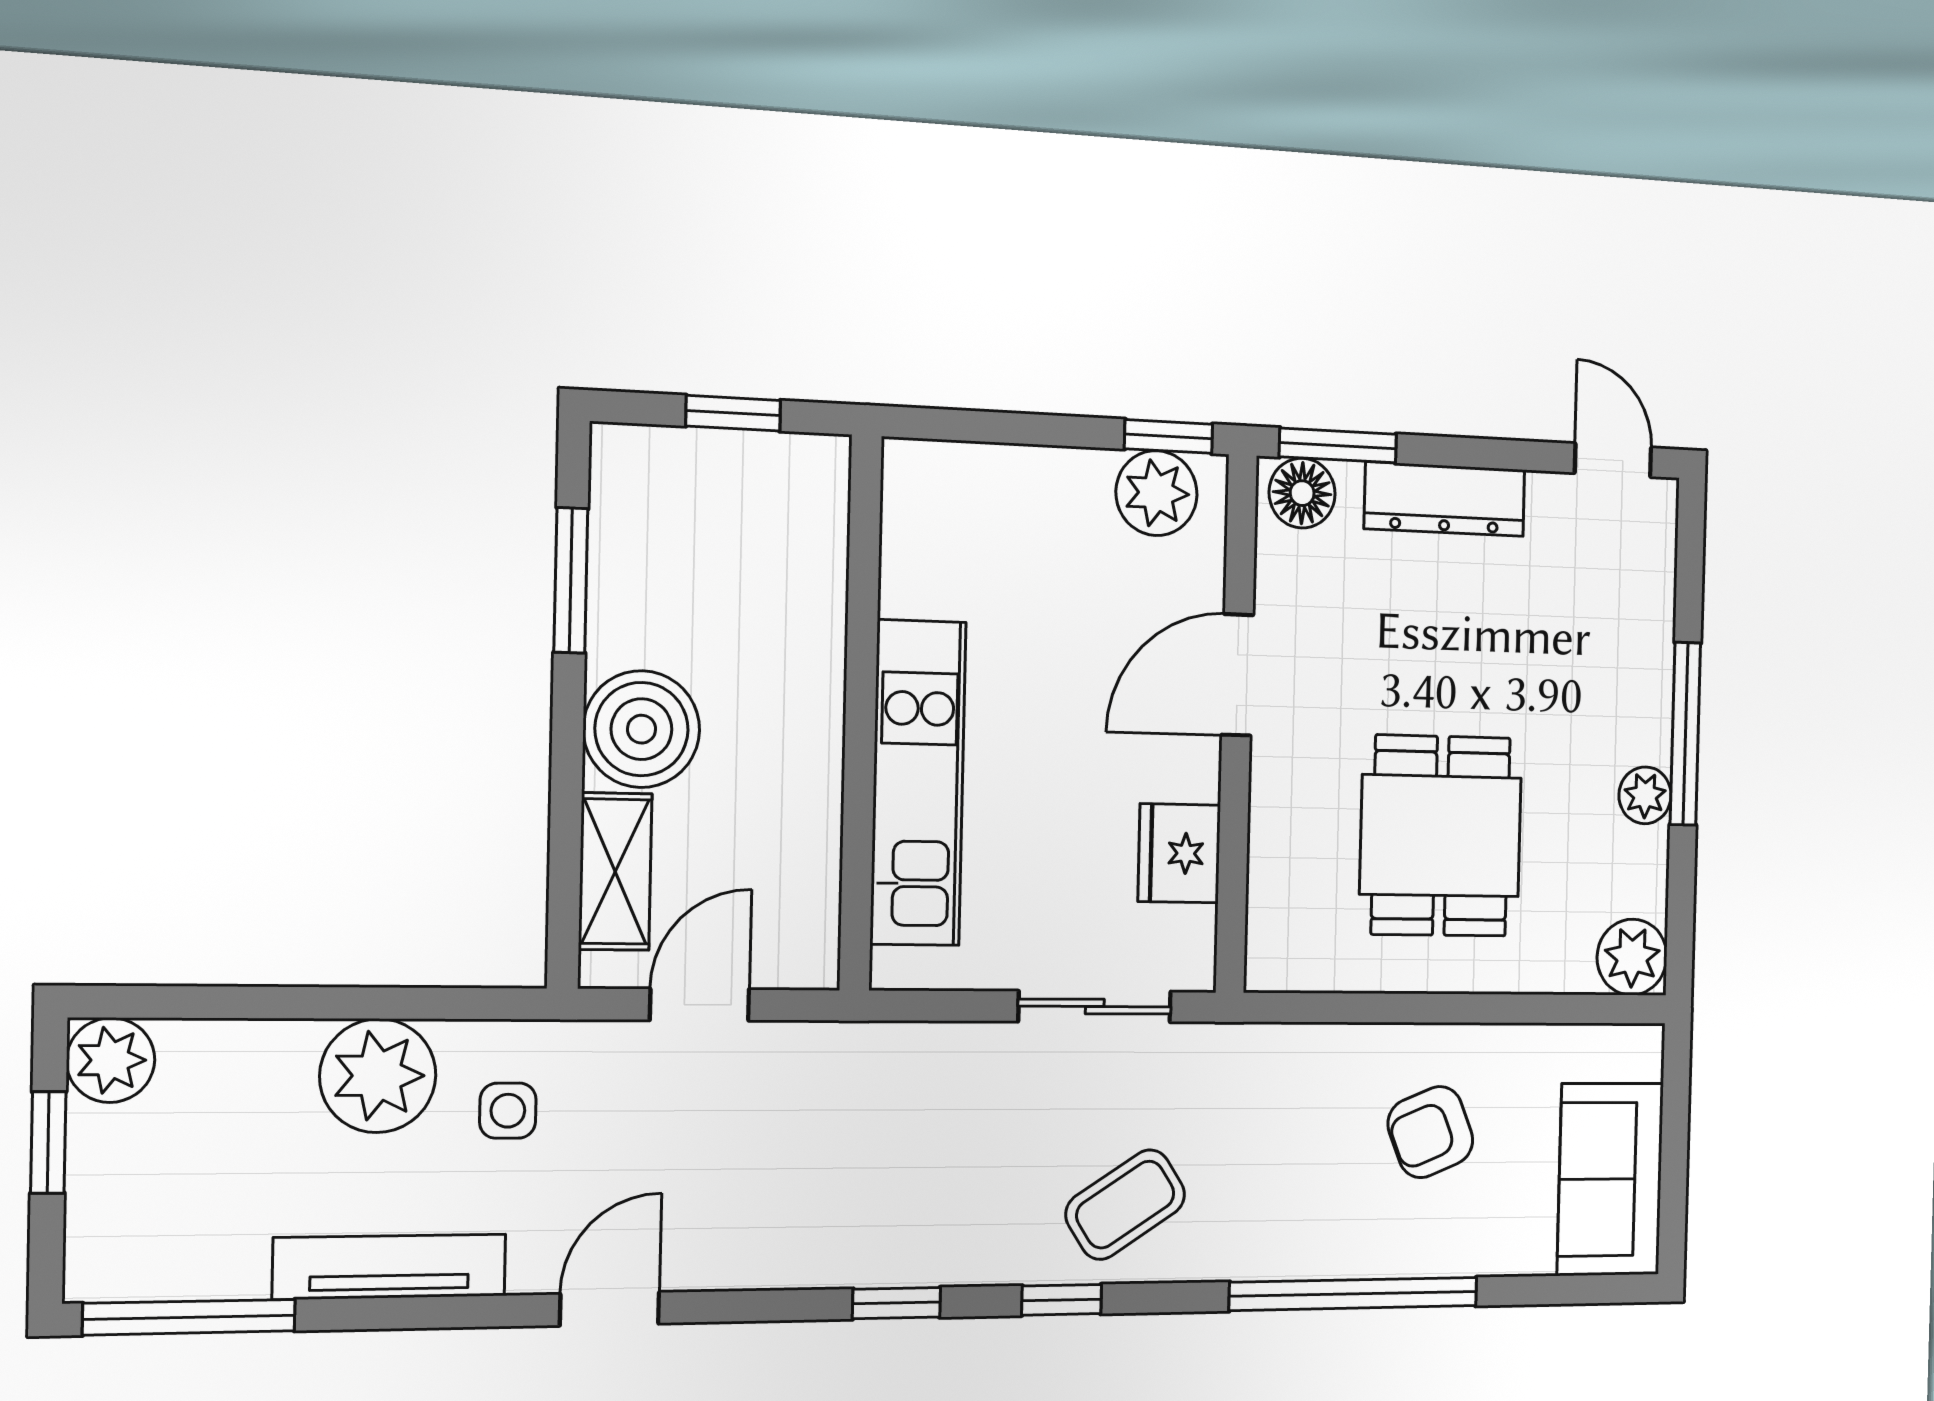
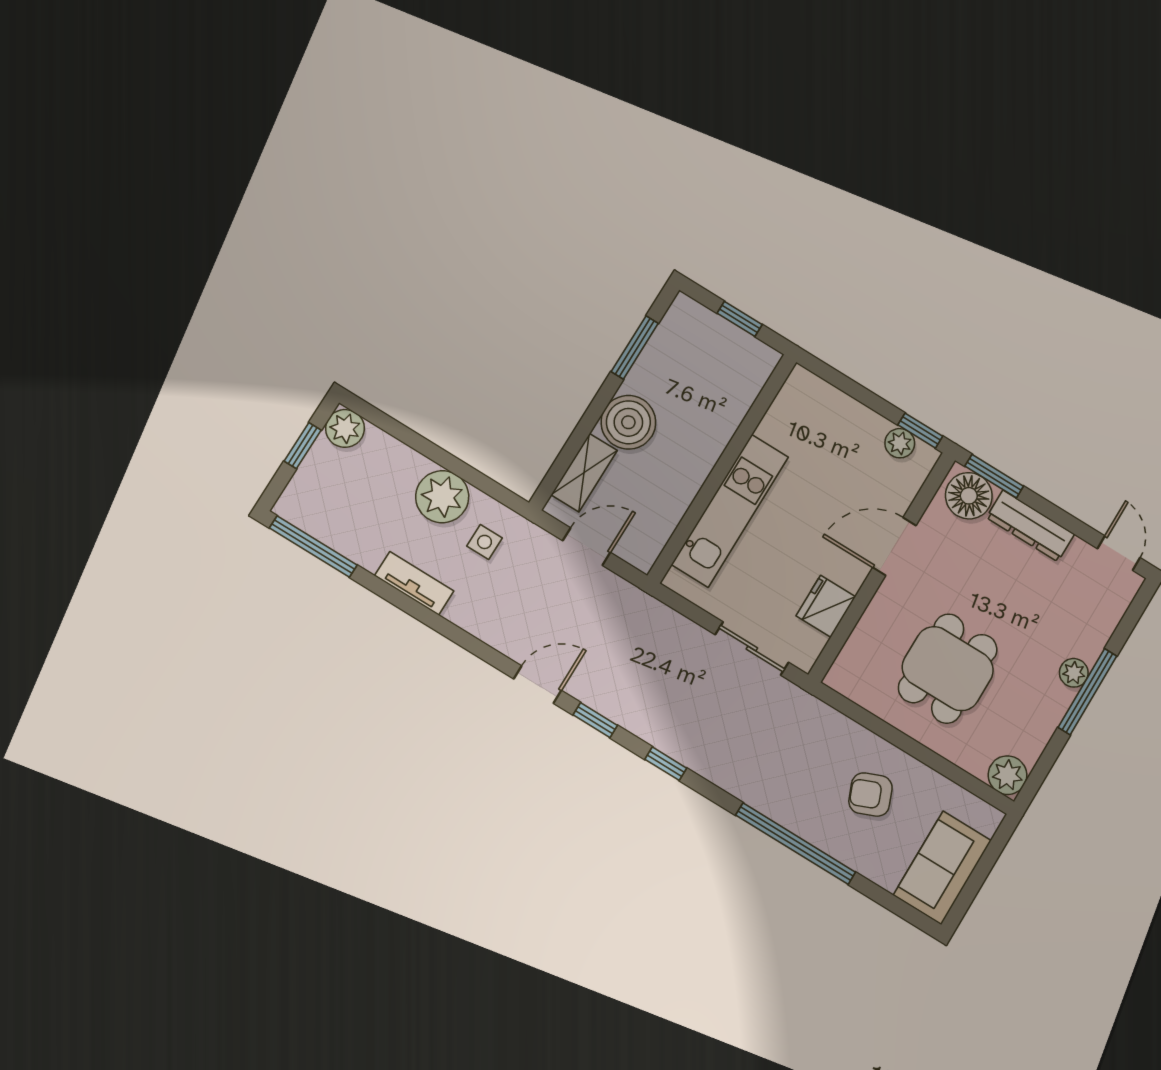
plant: (1157, 493) -> (900, 443), width x0.73, depth x0.73
floor lamp: (1302, 493) -> (969, 496), width x1.38, depth x1.38
plant: (1645, 795) -> (1074, 673), moved
coffee table: (1125, 1205) -> (717, 741), removed
tv unit: (390, 1267) -> (414, 583), width x0.71
door: (610, 1309) -> (537, 685), moved

